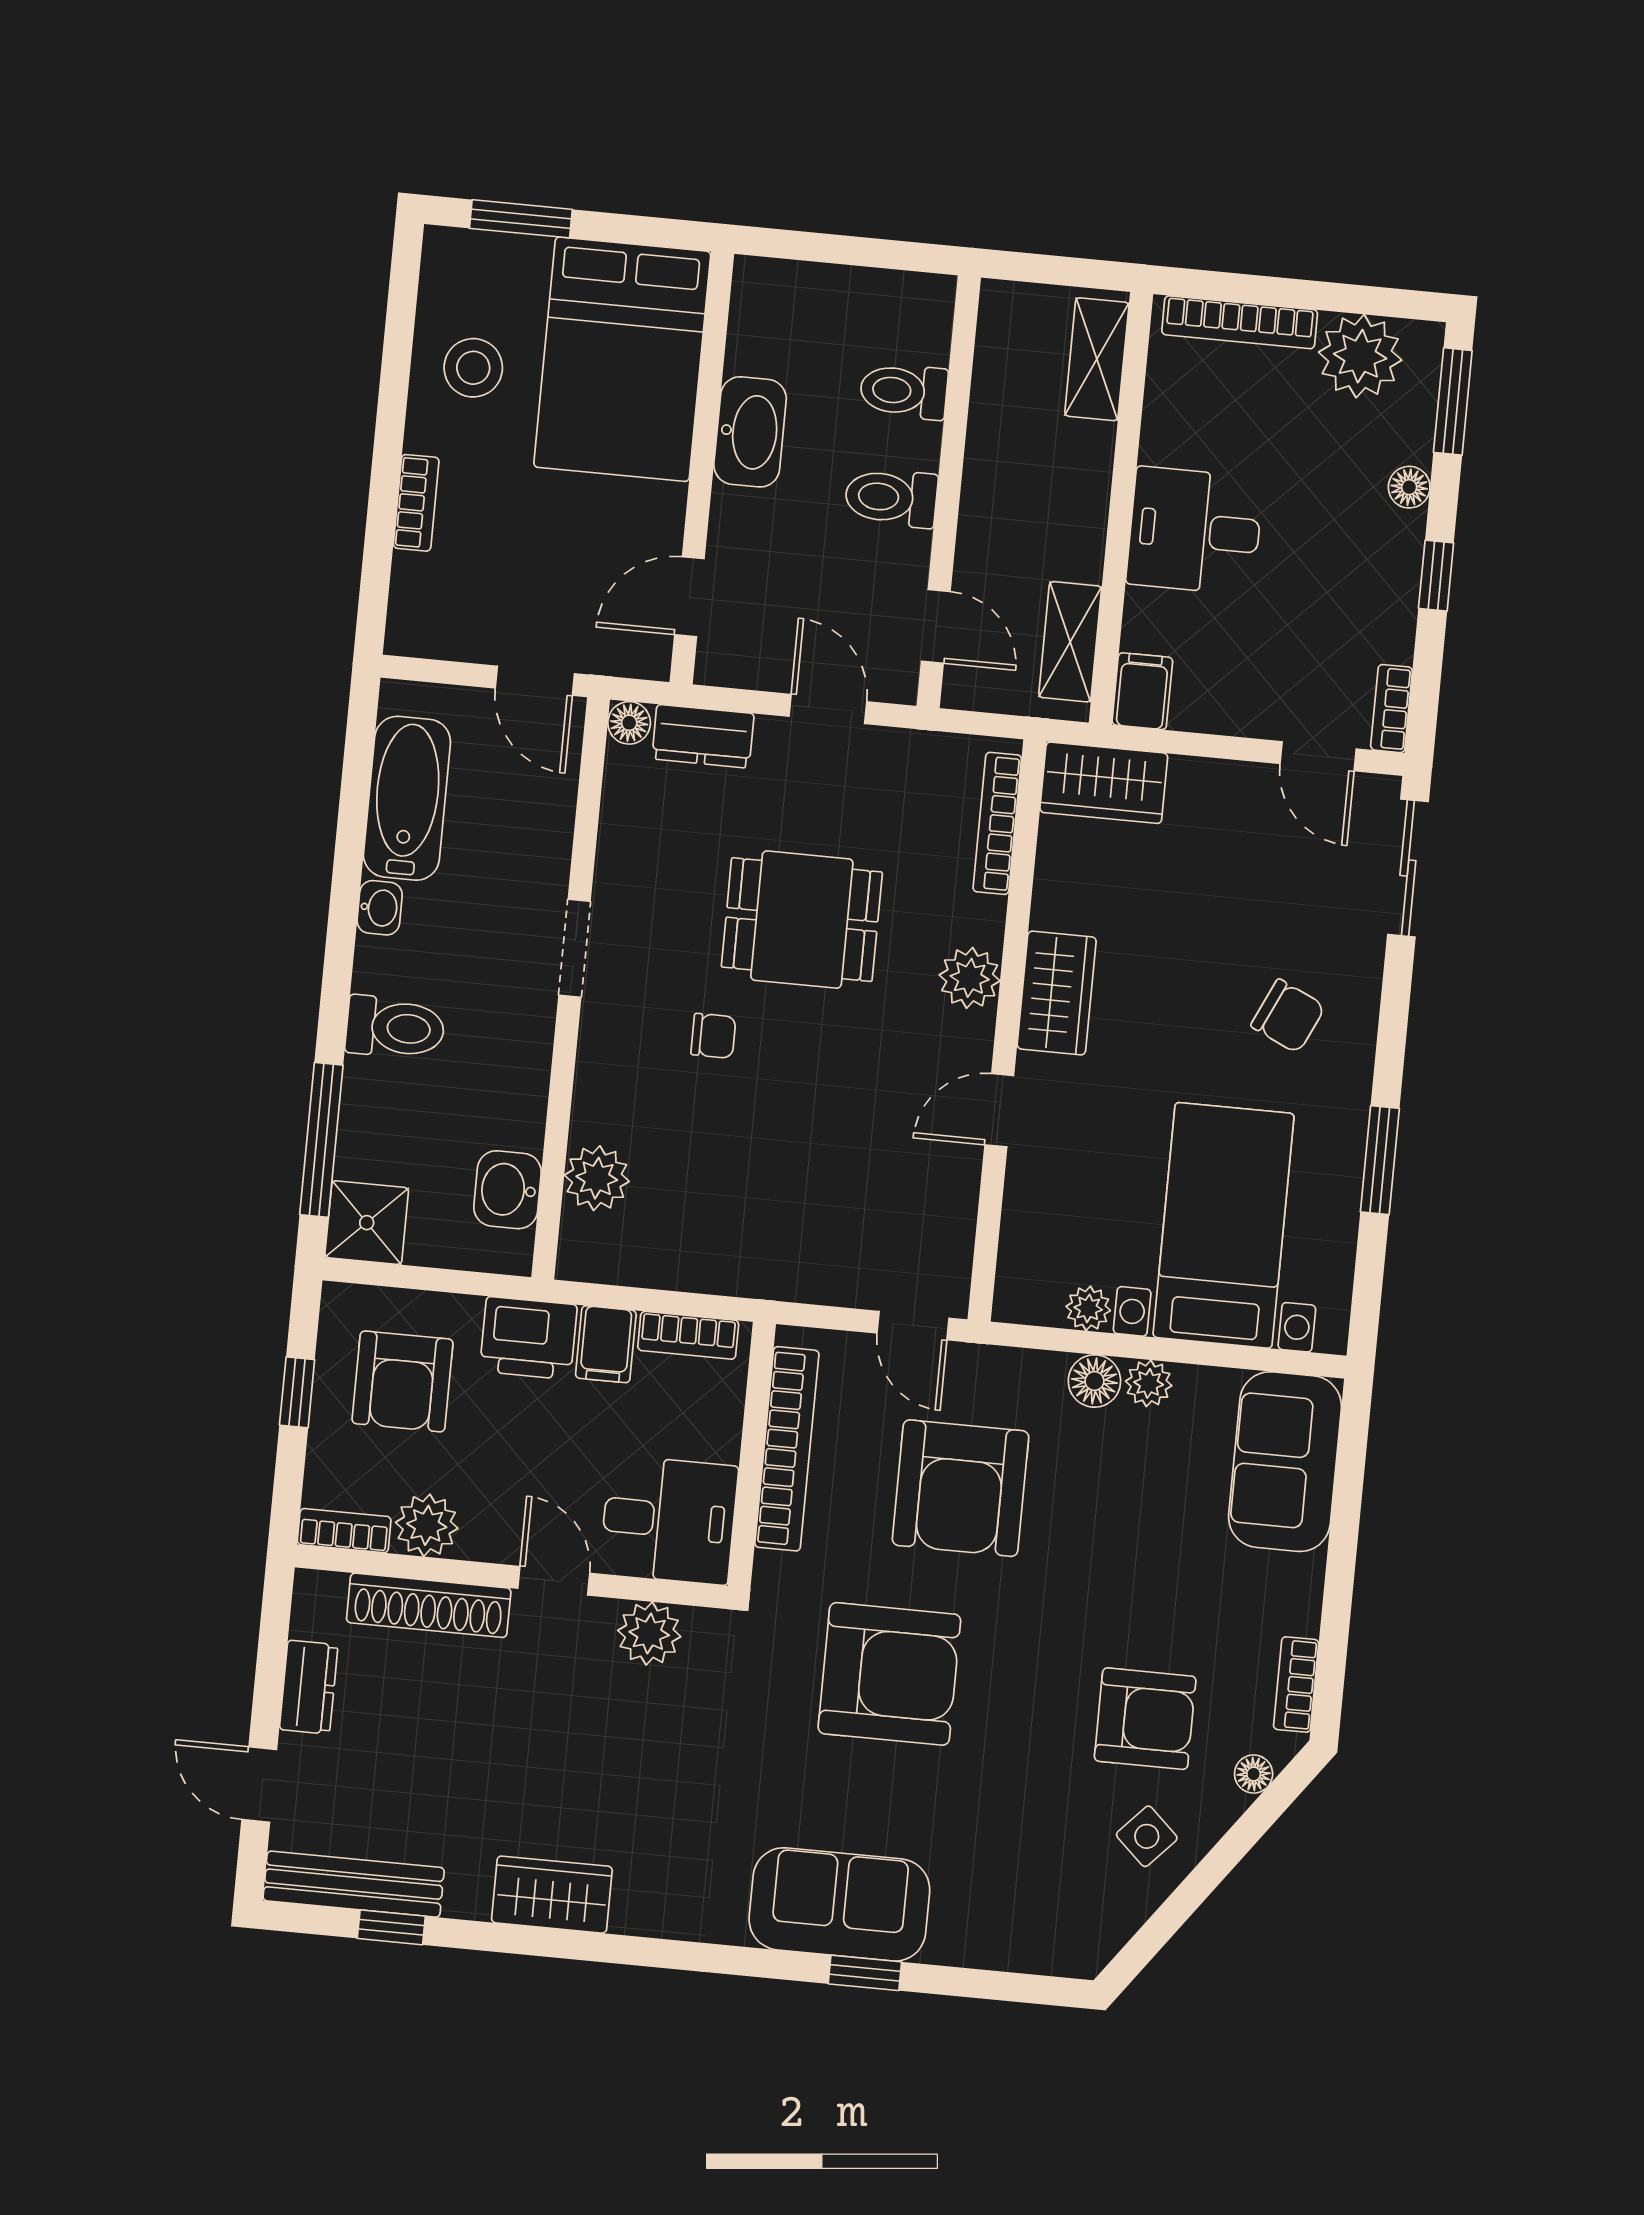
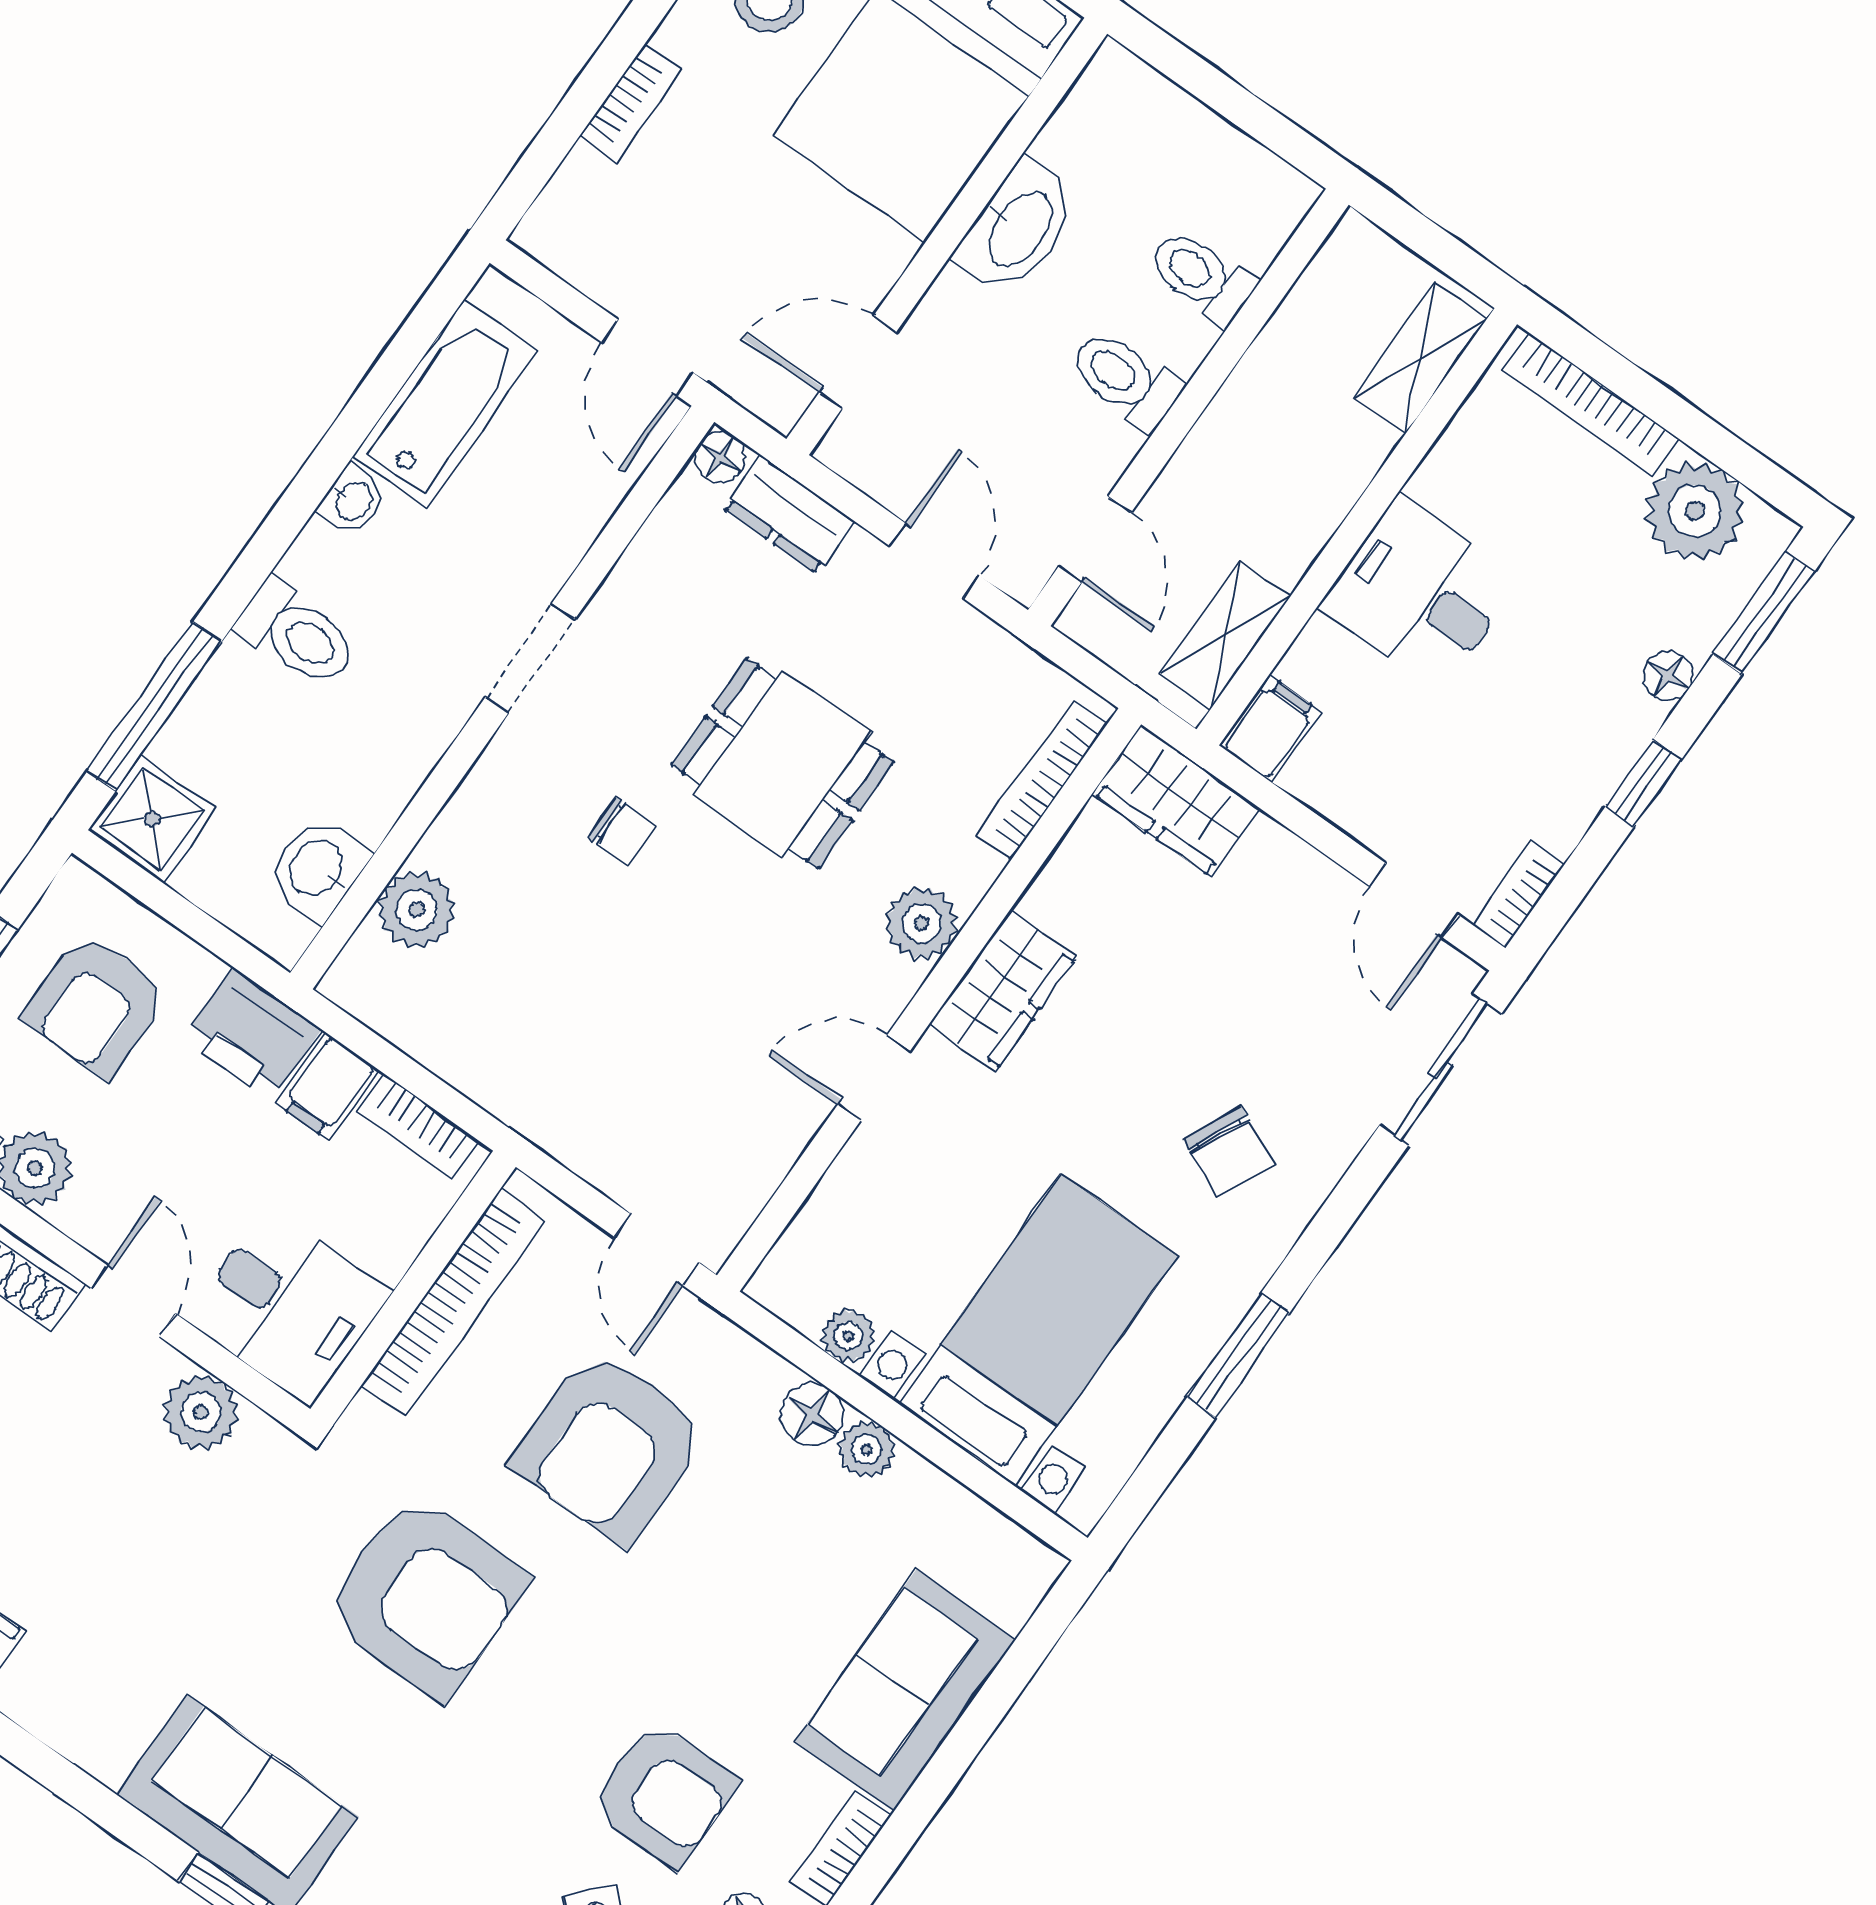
sofa: (1285, 1462) -> (905, 1690), moved

